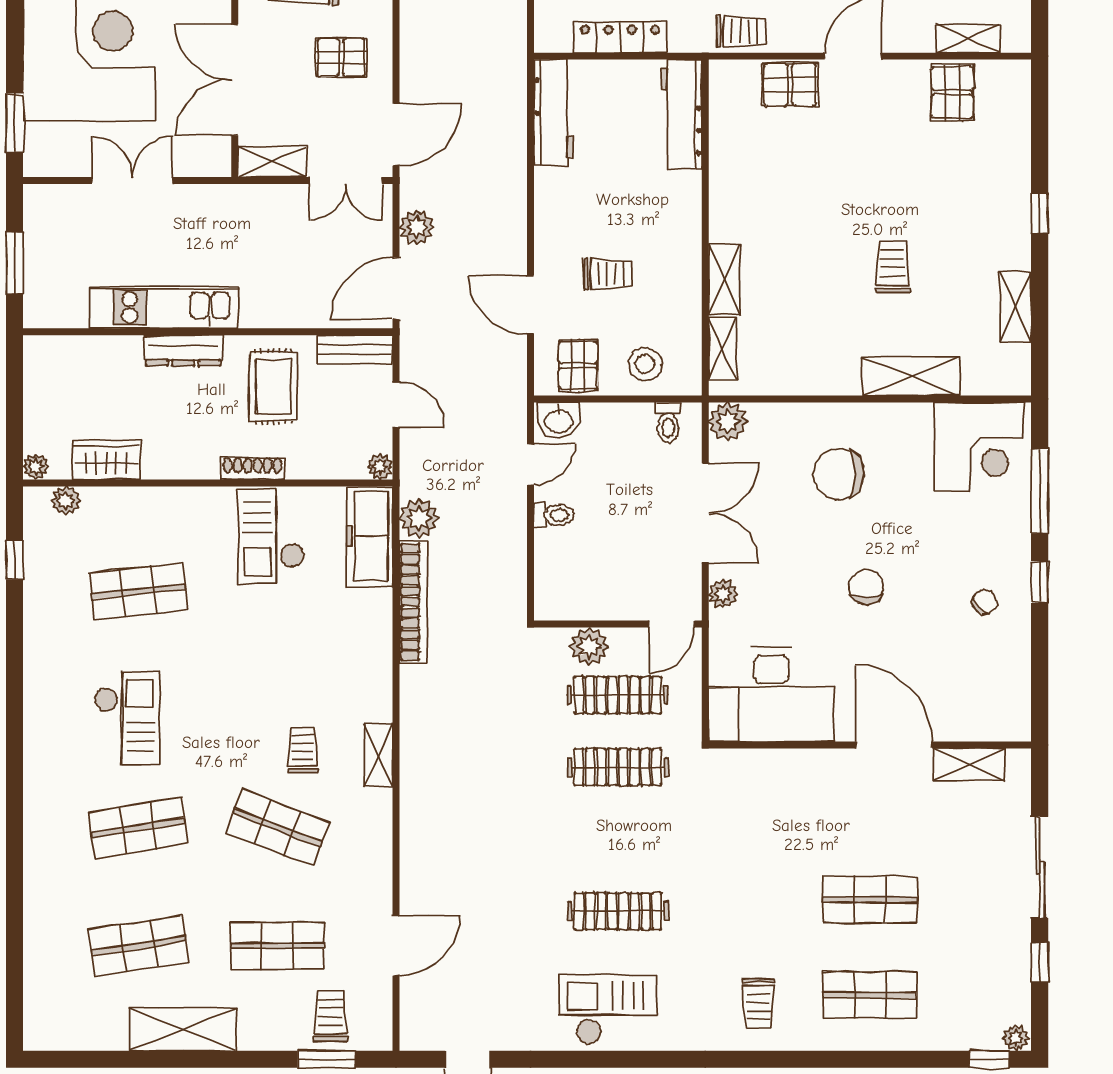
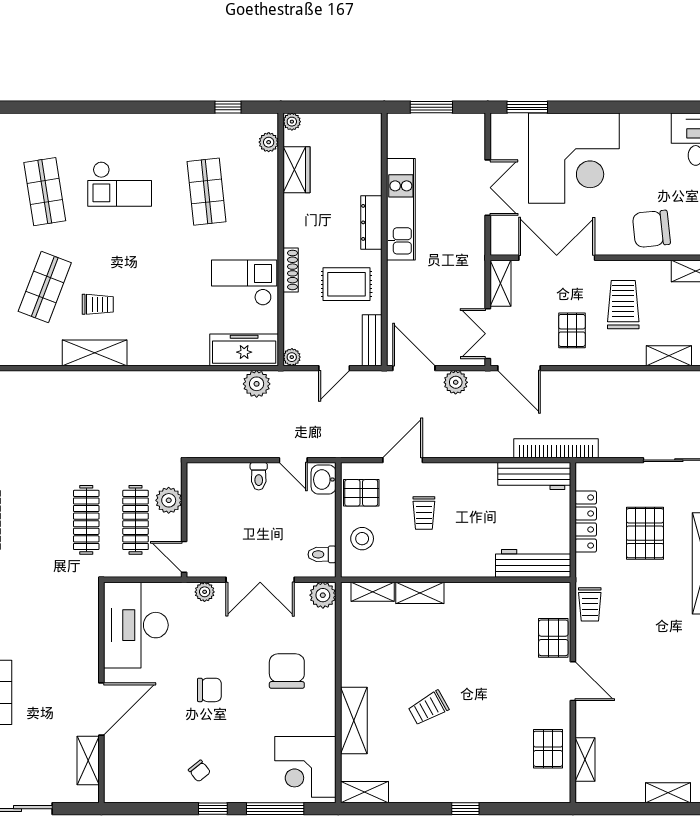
pallet: (952, 92) -> (548, 749), turned 90
trolley: (893, 267) -> (428, 708), turned 151
shelving: (1015, 307) -> (365, 792), moved
bookcase: (413, 602) -> (556, 448), moved, turned 180
shelving: (379, 755) -> (95, 353), width x1.50, depth x1.33

